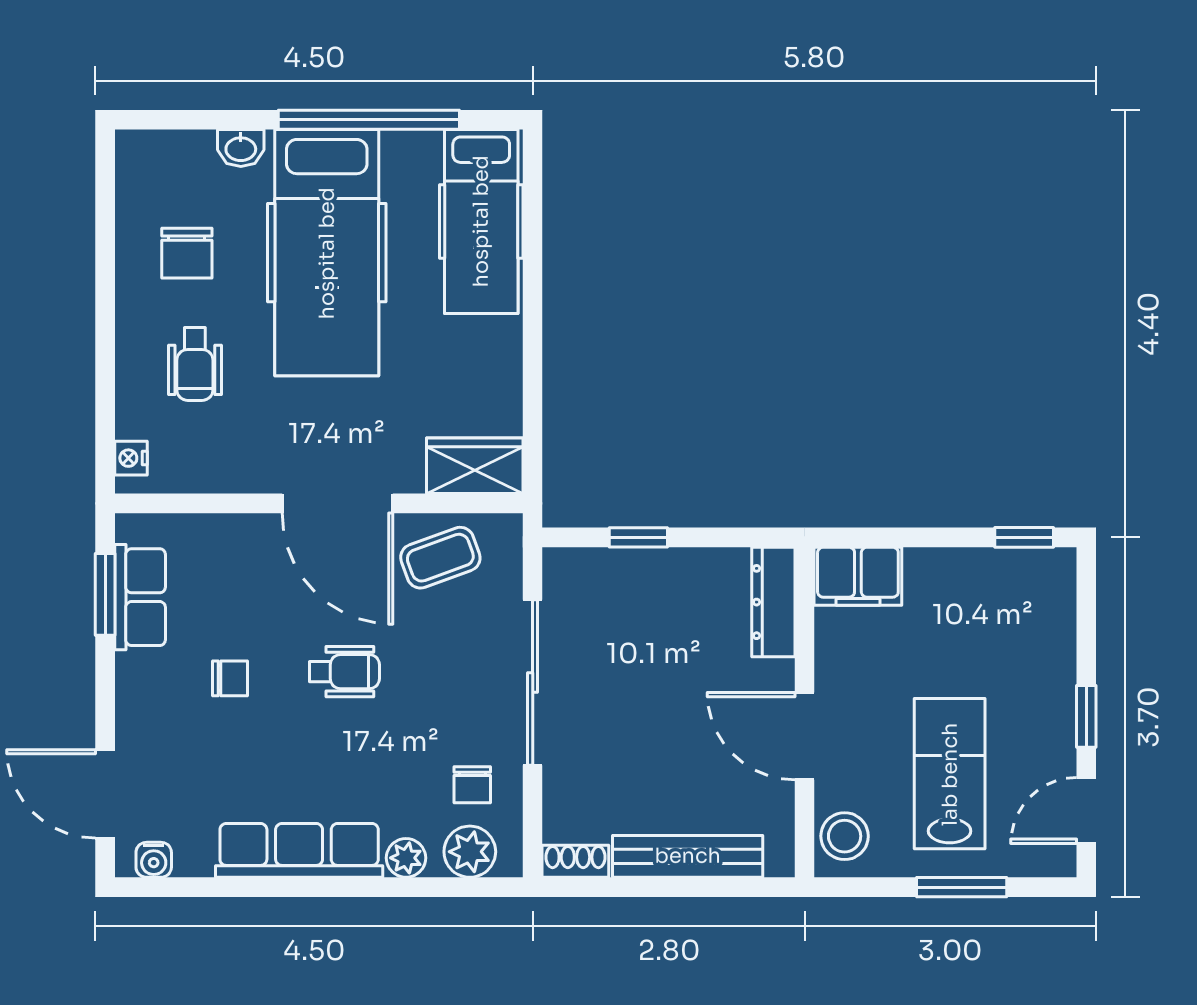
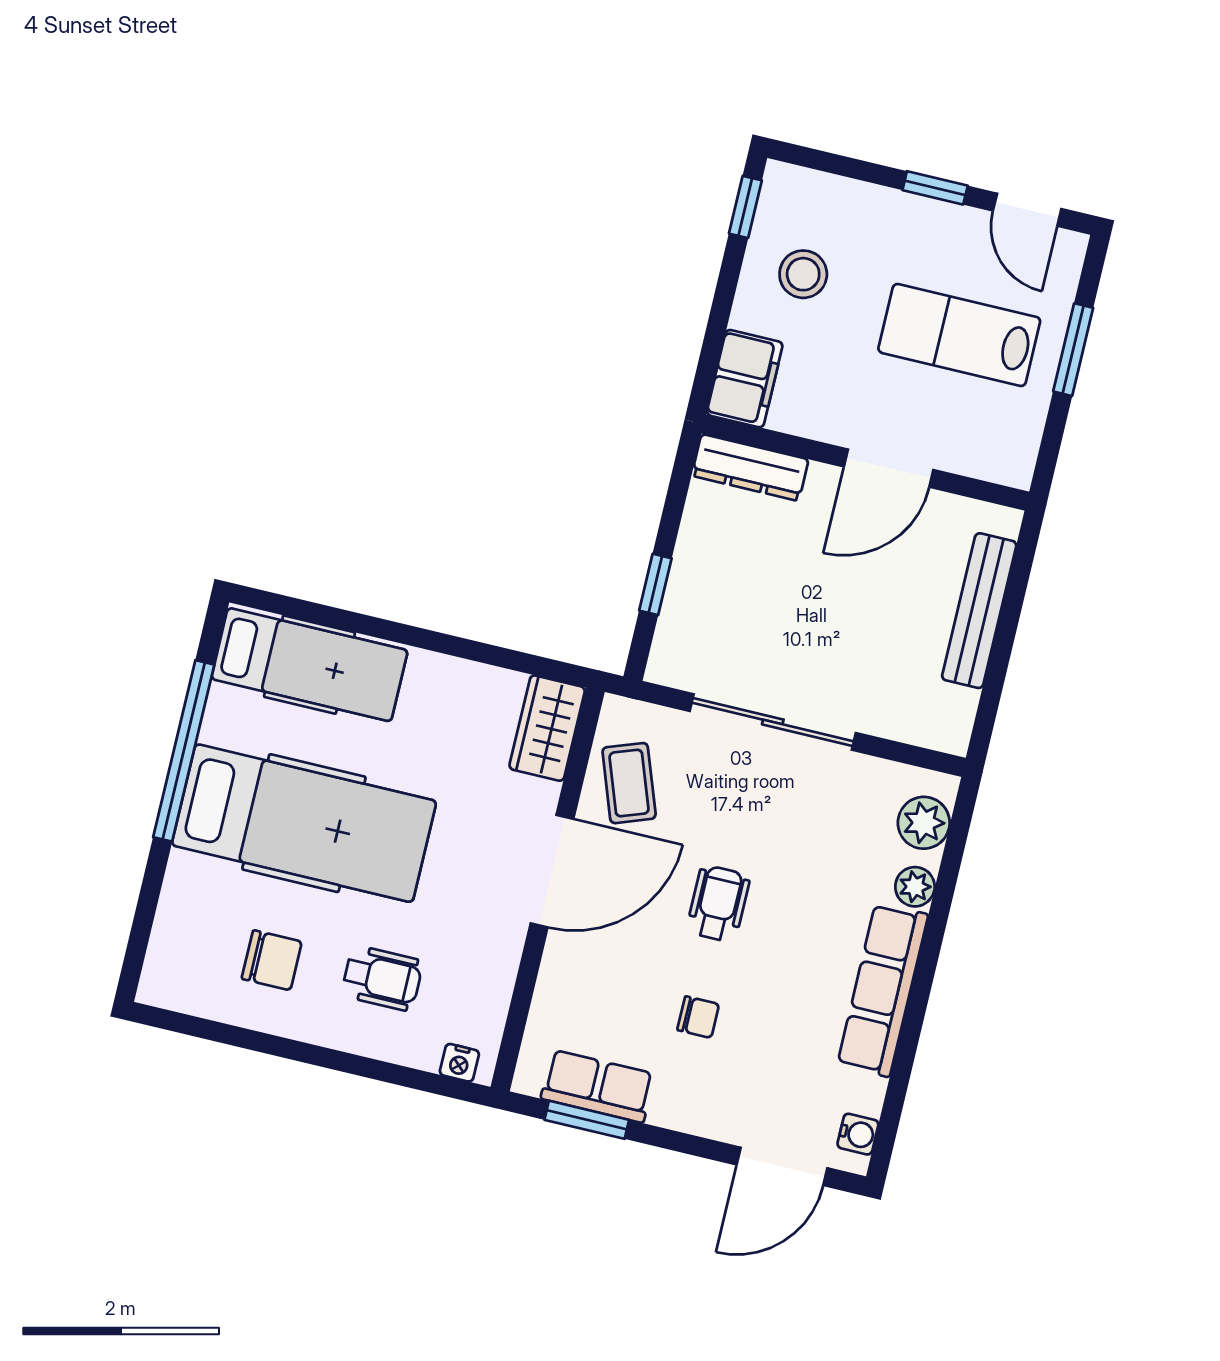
washbasin: (241, 148) -> (182, 883), removed
chair: (230, 678) -> (698, 1017), turned 90
chair: (472, 785) -> (859, 805), removed
stool: (845, 836) -> (803, 274), moved
shoe rack: (575, 861) -> (958, 722), removed

